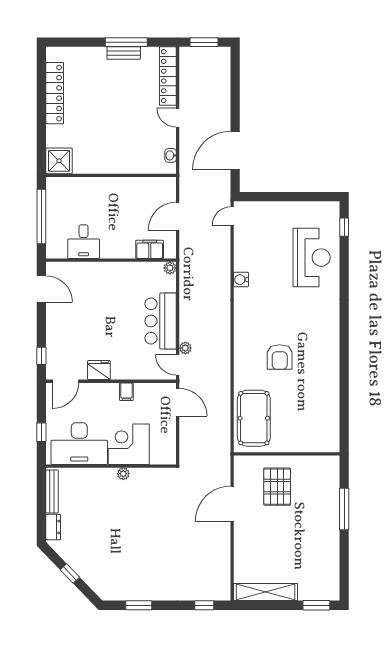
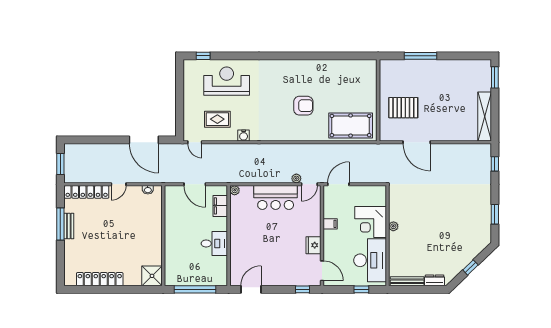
desk: (84, 242) -> (214, 243), moved
rug: (262, 246) -> (217, 119), added

